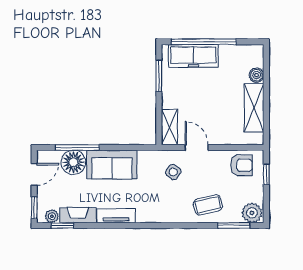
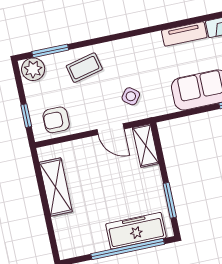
boiler: (257, 75) -> (61, 224), removed

